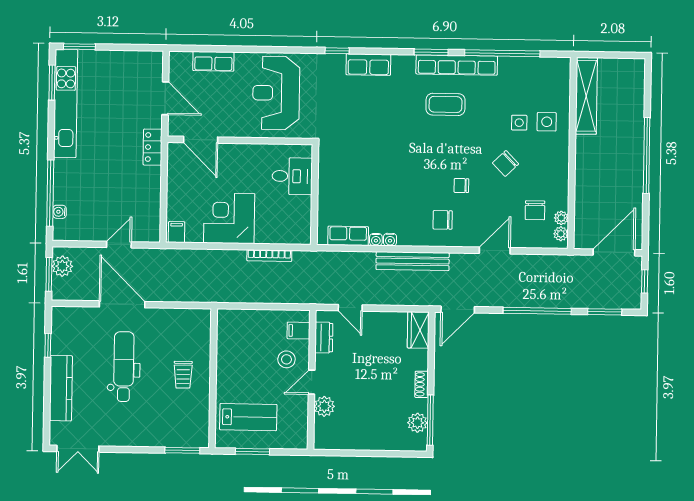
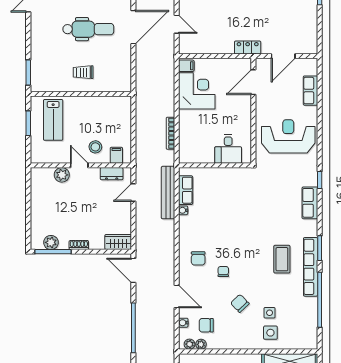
corner desk: (229, 218) -> (197, 91), moved
chair: (443, 220) -> (198, 258), turned 180
water cooler: (390, 240) -> (183, 323), moved
bench: (413, 261) -> (168, 193), moved

